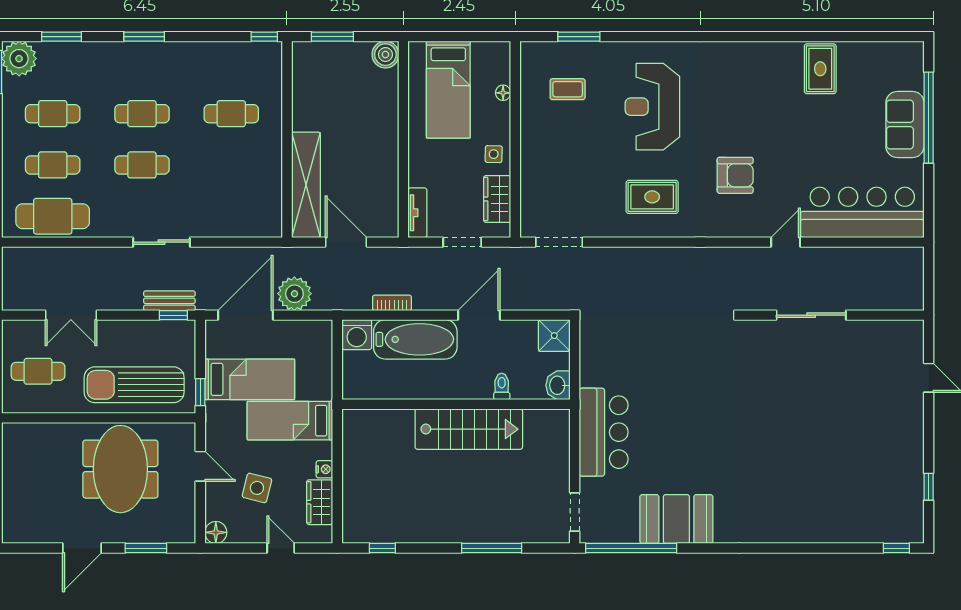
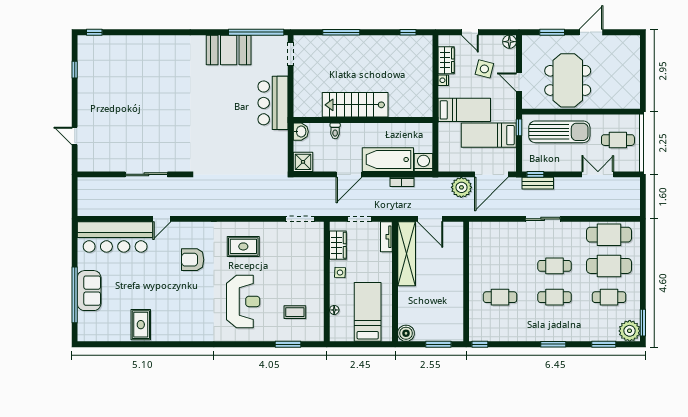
cafe table: (53, 165) -> (609, 266), width x1.37, depth x1.35
shelving: (306, 185) -> (407, 254), moved

